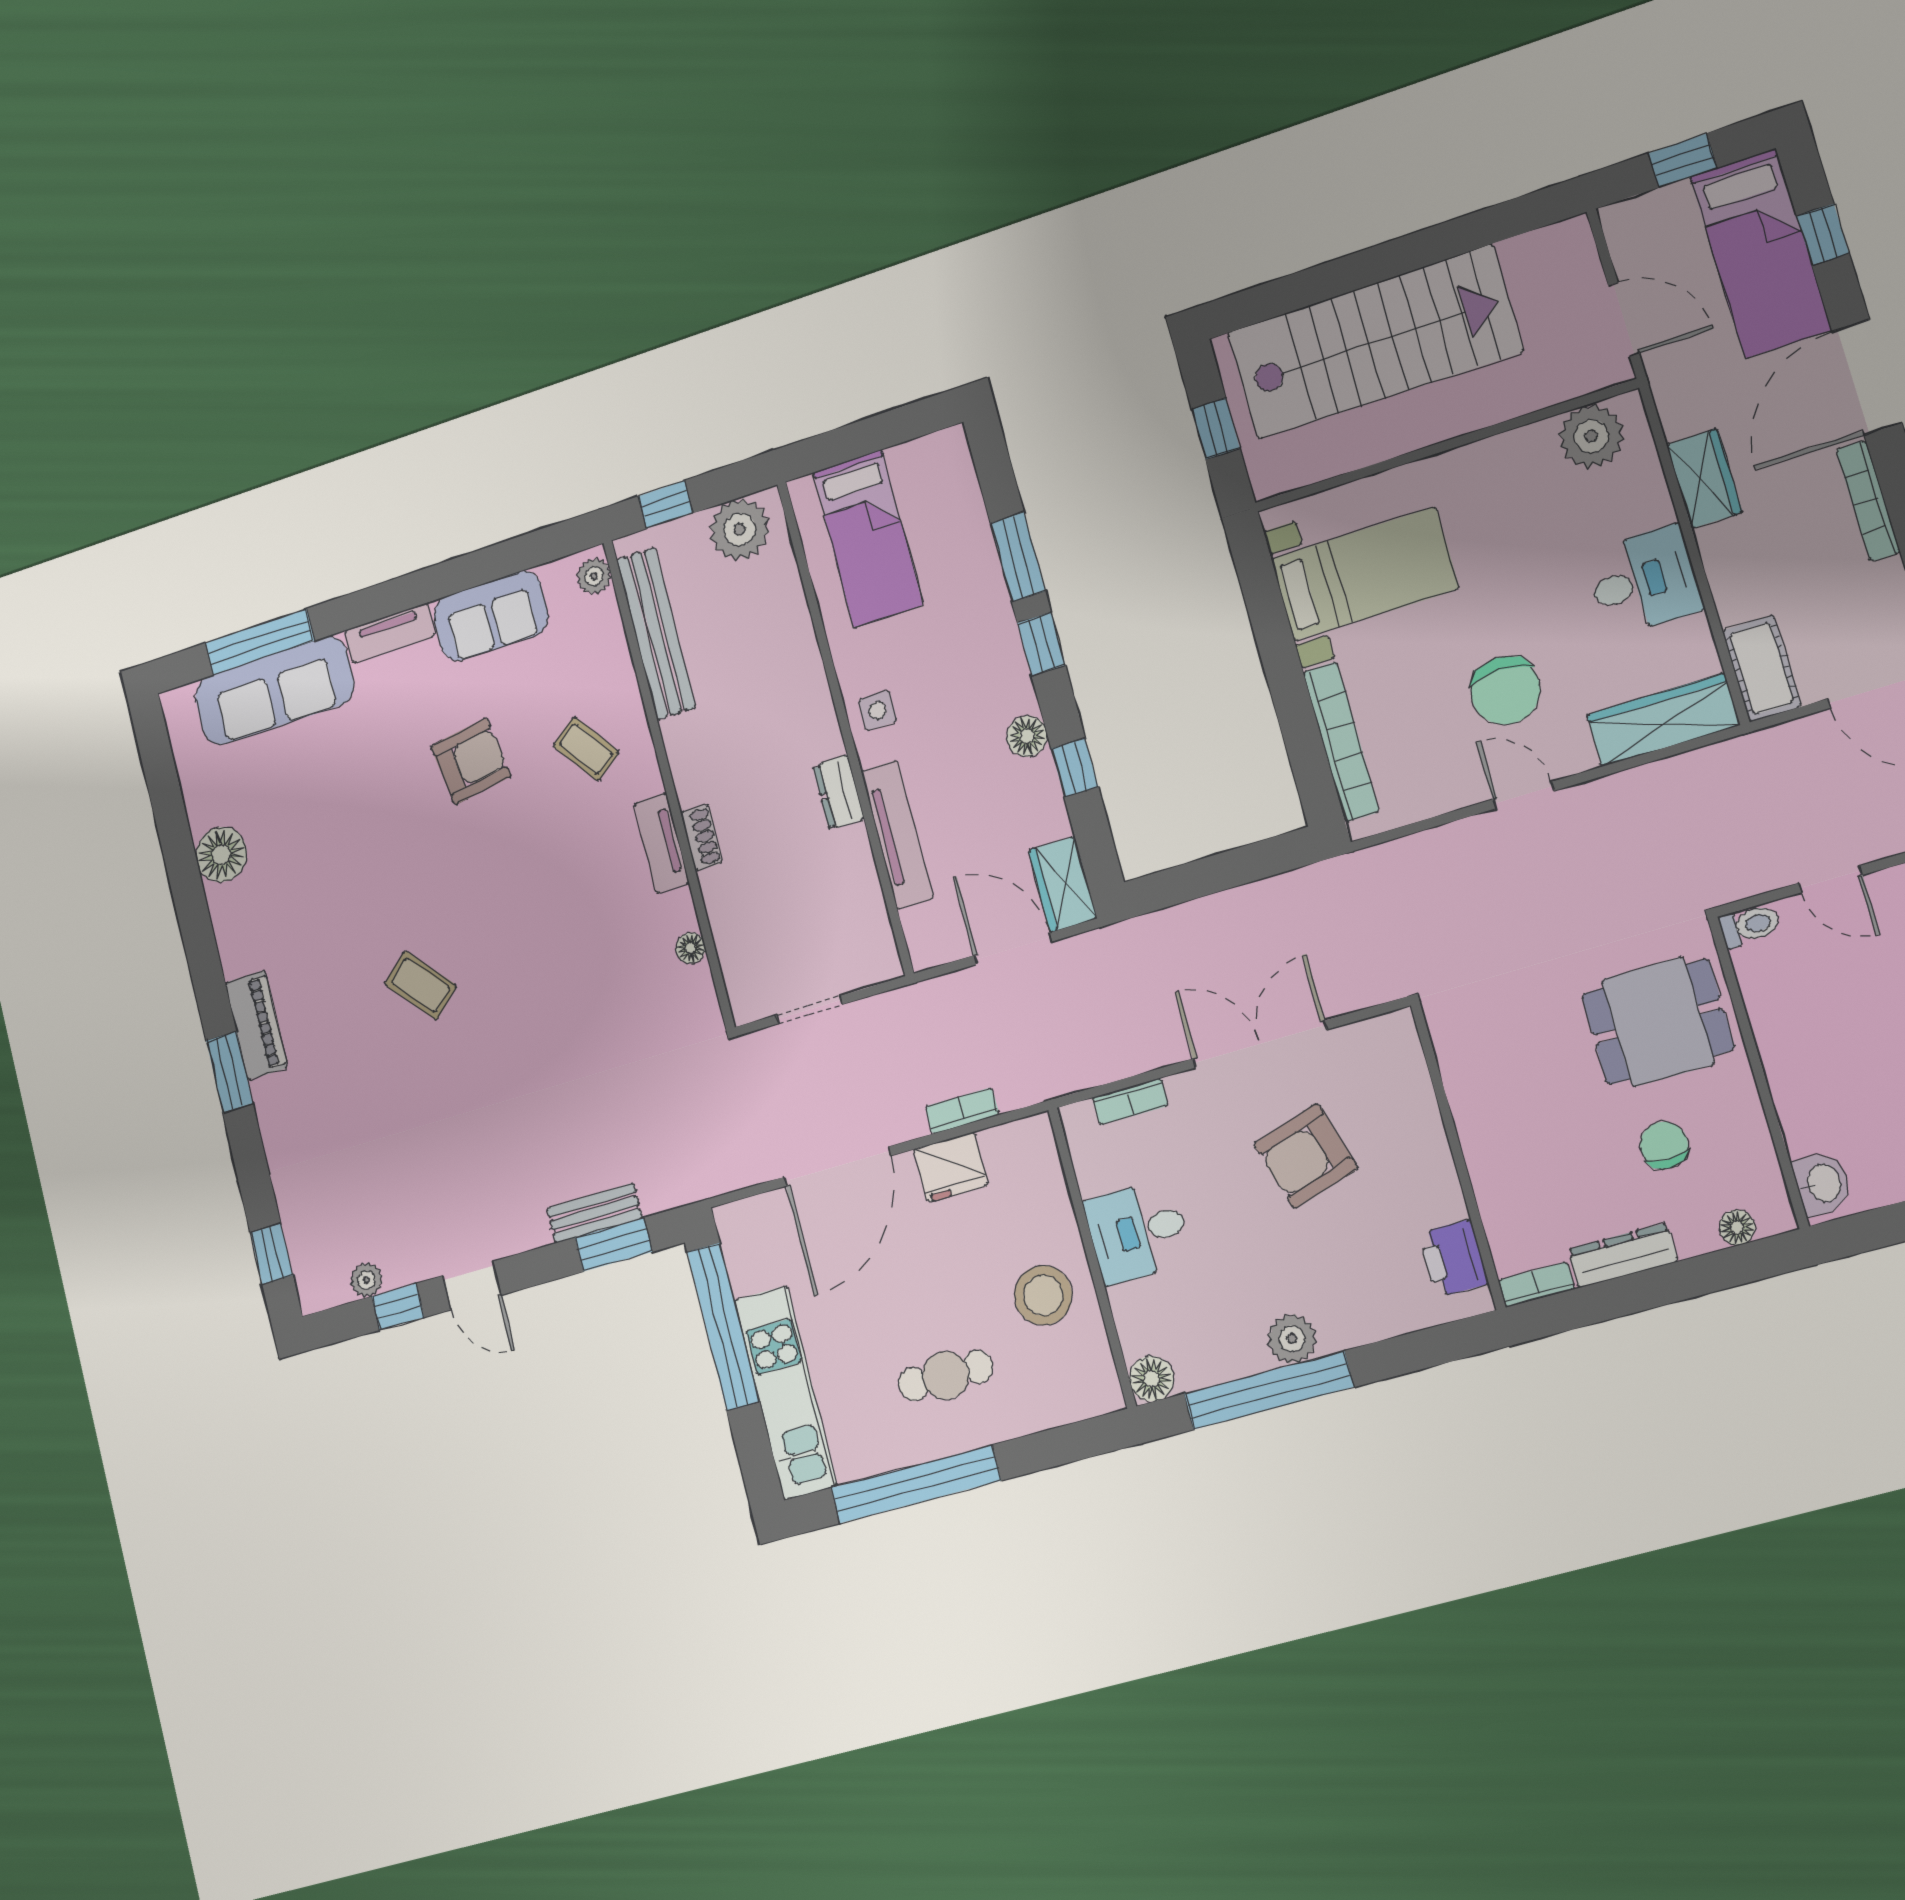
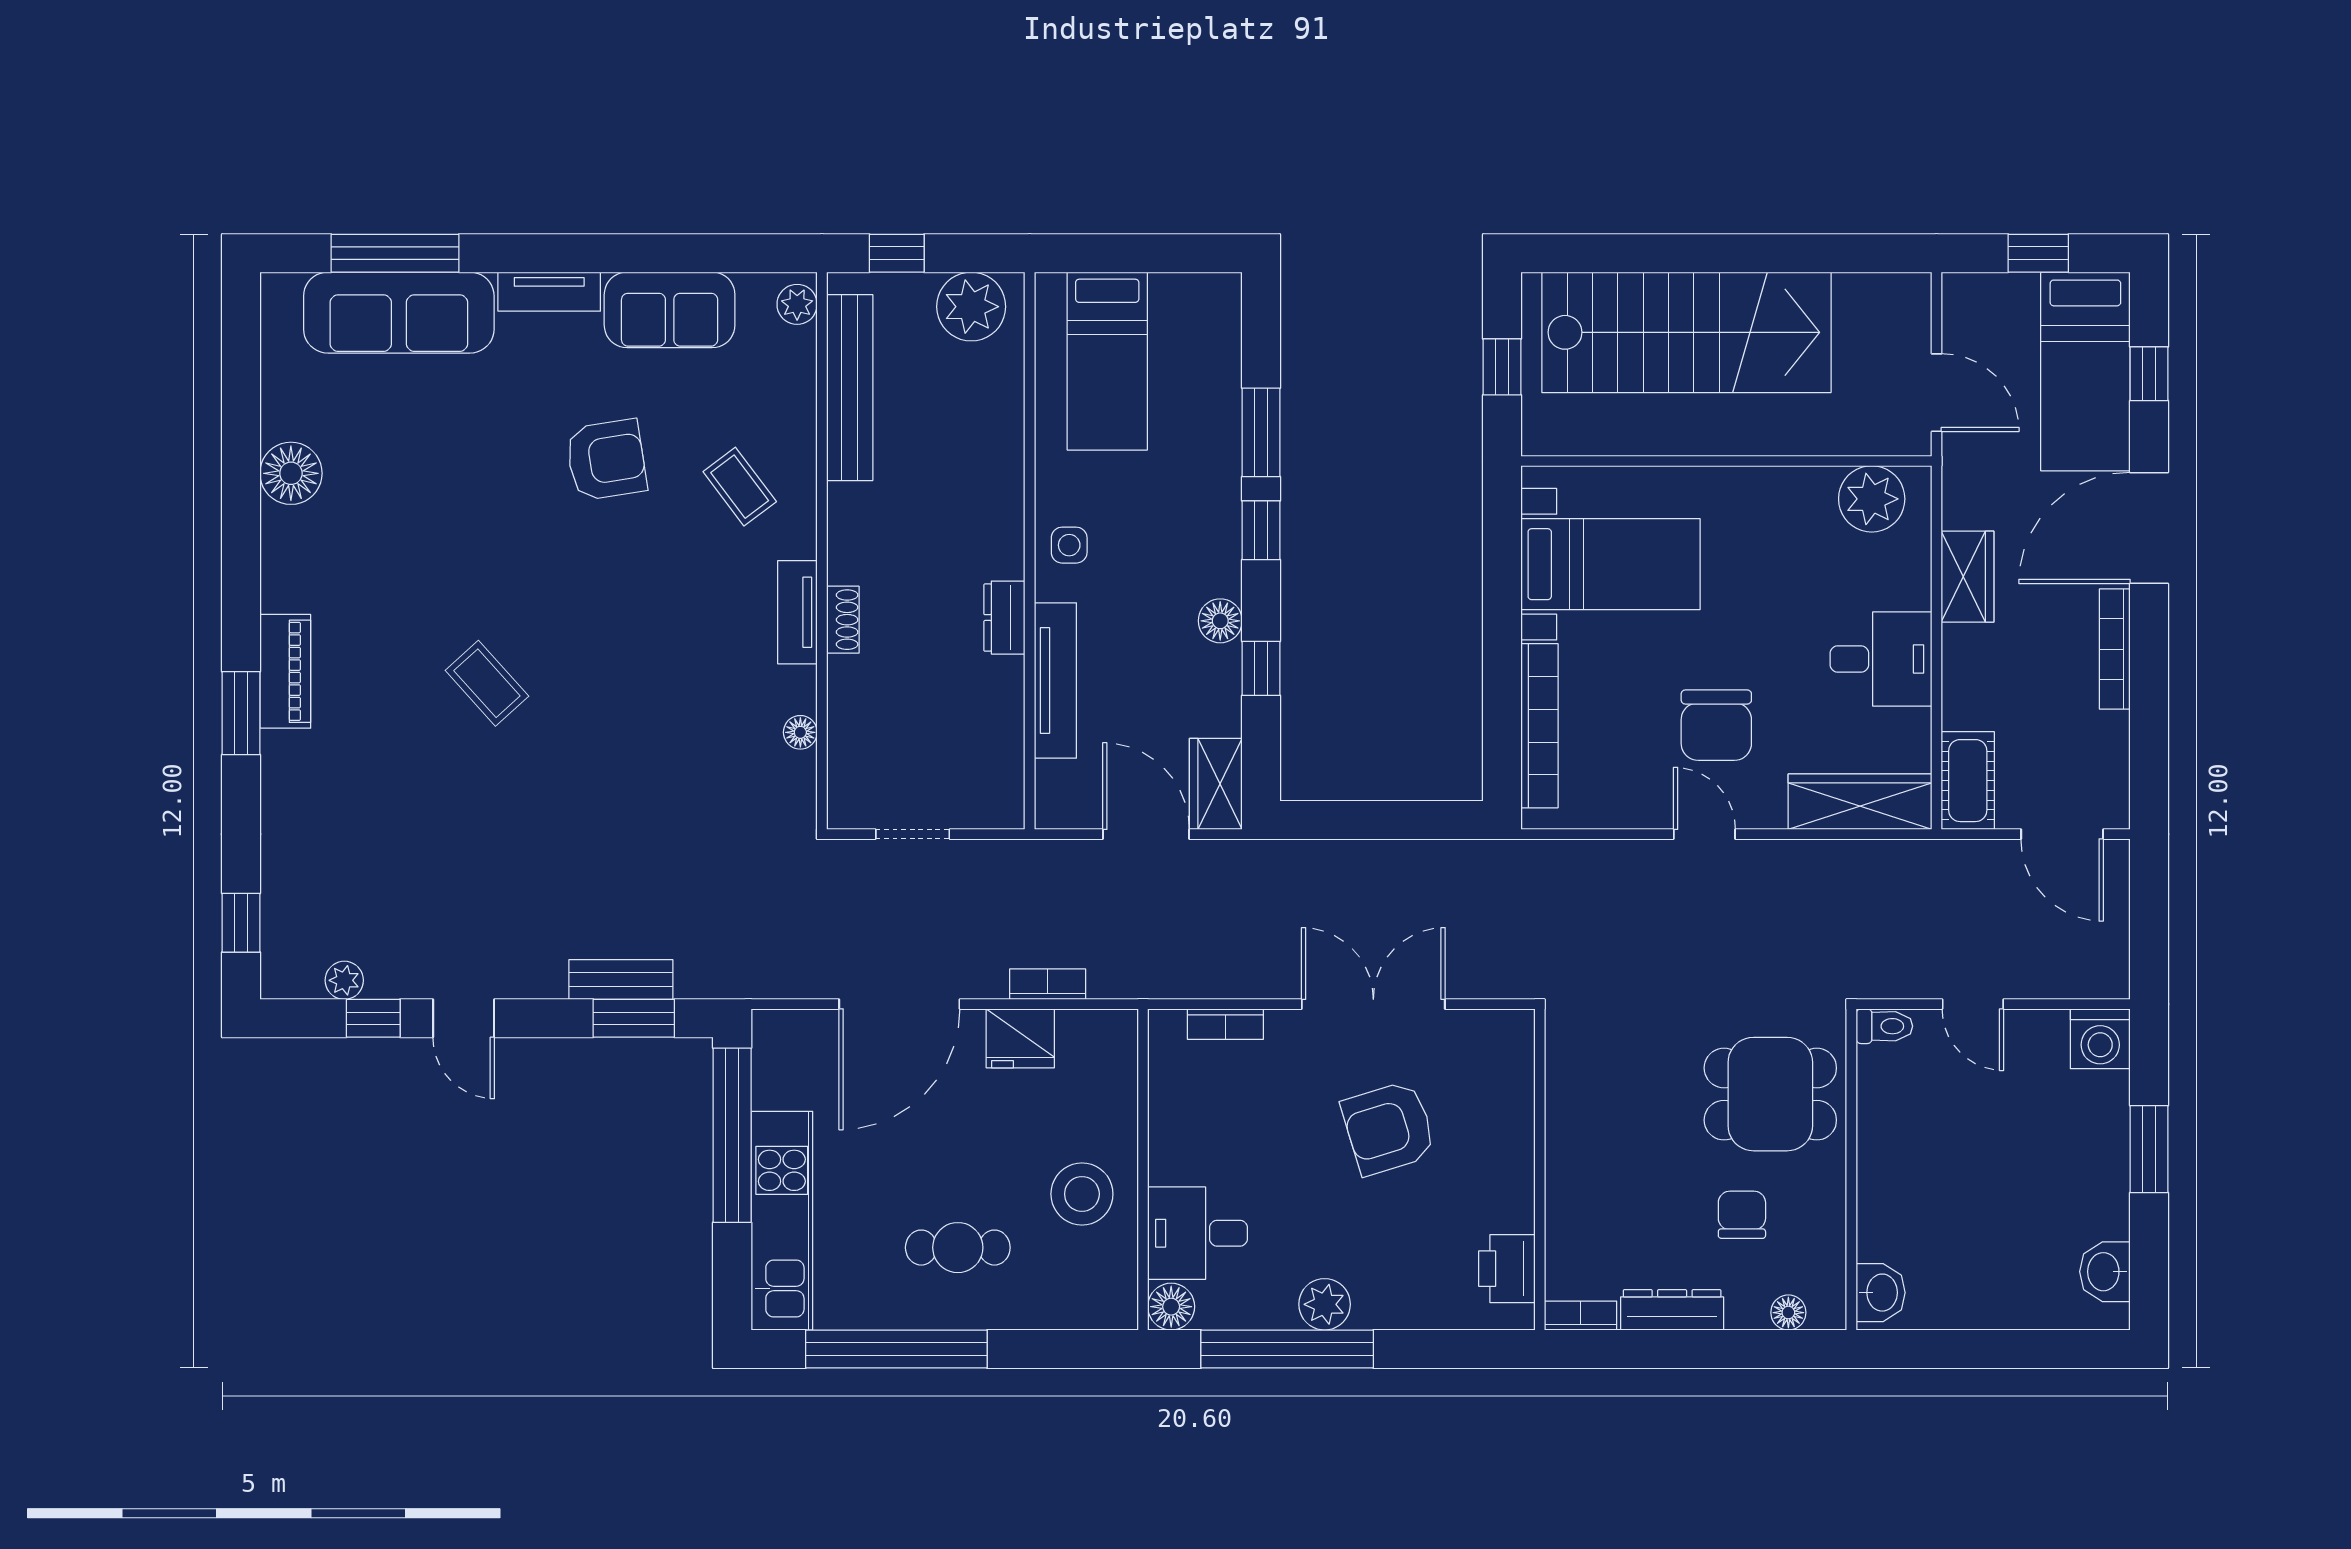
desk: (1138, 1232) -> (1198, 1233), moved

